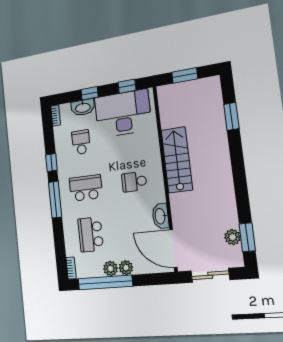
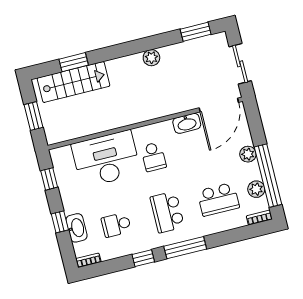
desk: (123, 113) -> (106, 159), moved, turned 90
stairs: (177, 160) -> (73, 82), moved, turned 180
plant: (233, 237) -> (151, 58), moved
plant: (110, 269) -> (256, 189), moved

